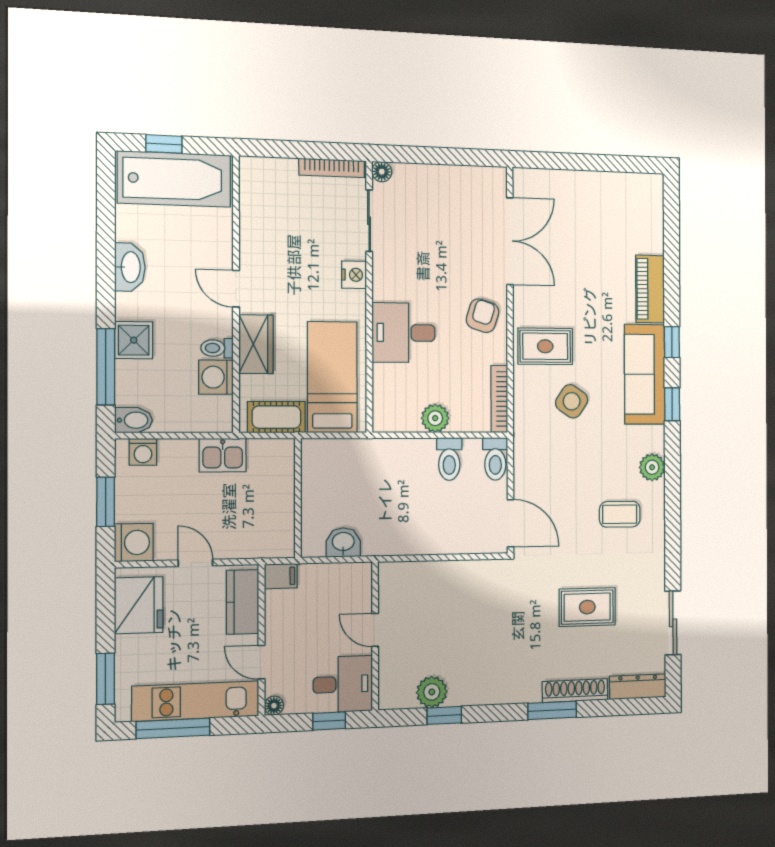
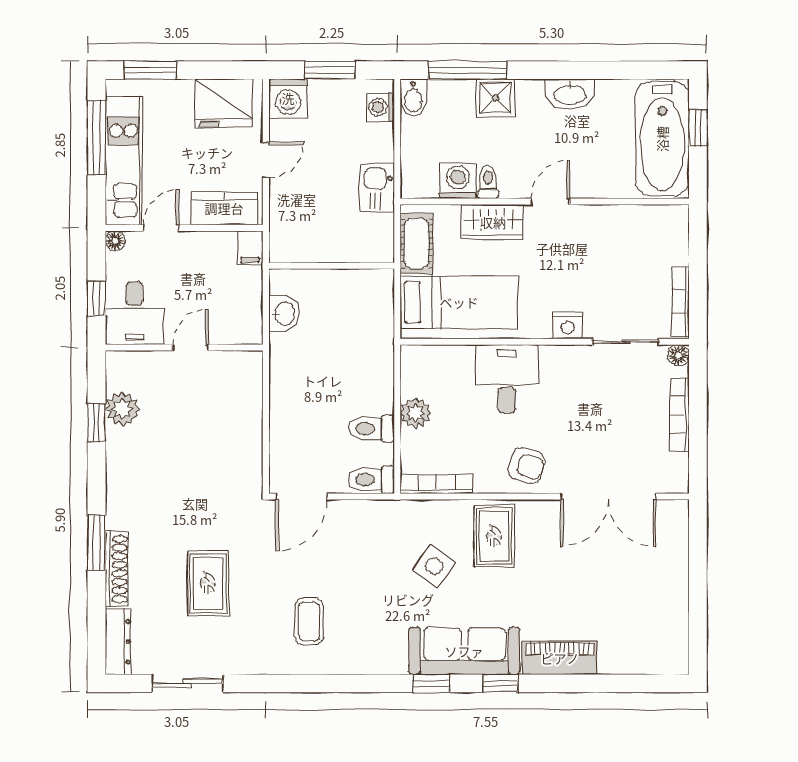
bookcase: (436, 173) -> (680, 415), added
plant: (652, 467) -> (361, 659), removed

